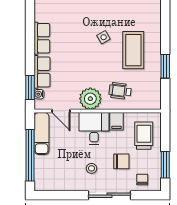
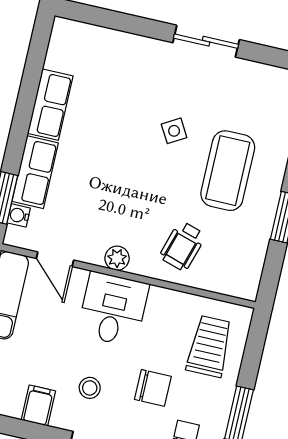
wheelchair: (120, 91) -> (183, 246), turned -80
plant: (90, 99) -> (117, 258), width x0.53, depth x0.53
filing cabinet: (117, 121) -> (38, 405), moved, turned 180

